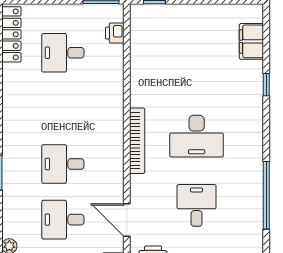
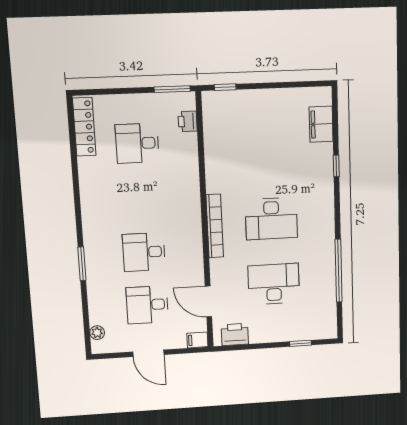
desk: (197, 205) -> (274, 284), width x1.37

